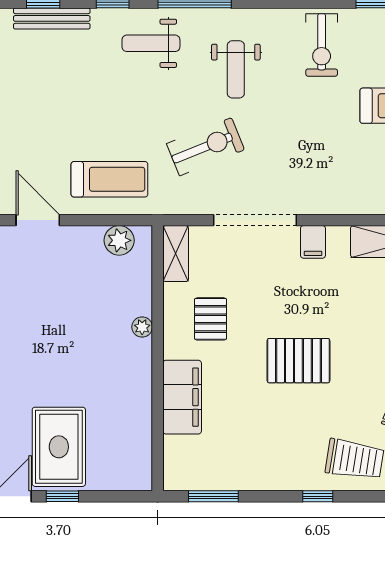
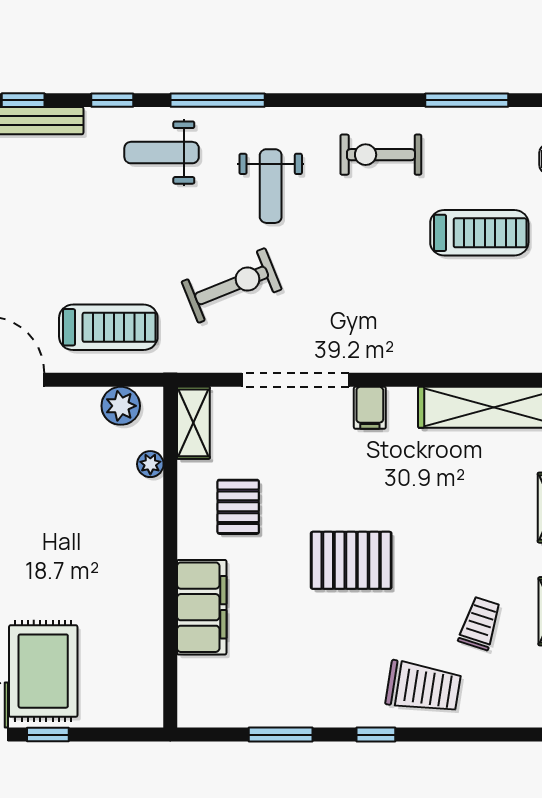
exercise bike: (322, 45) -> (381, 155), turned 90
plant: (142, 327) -> (150, 464), moved
window: (213, 496) -> (281, 735), moved

